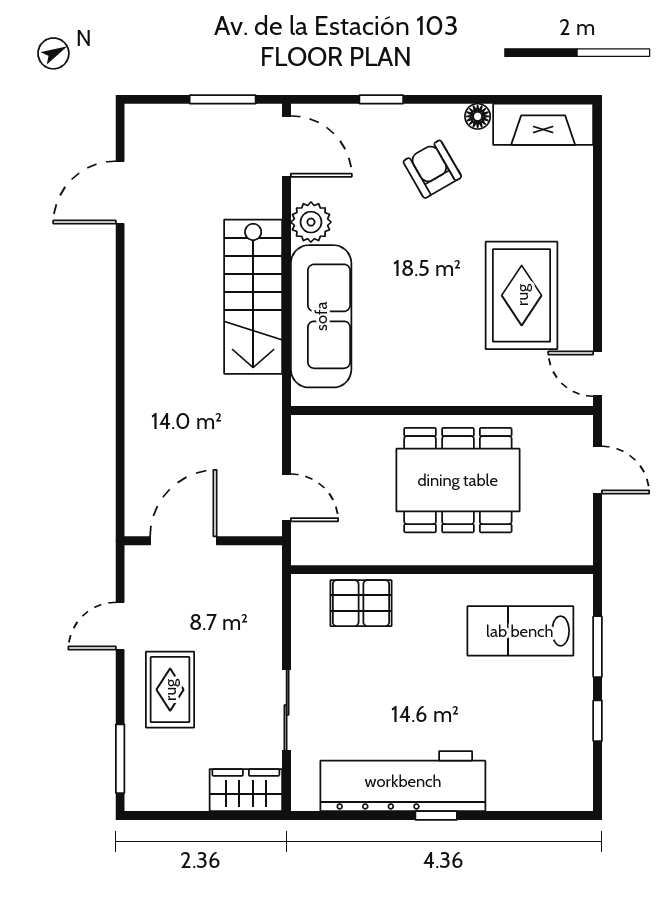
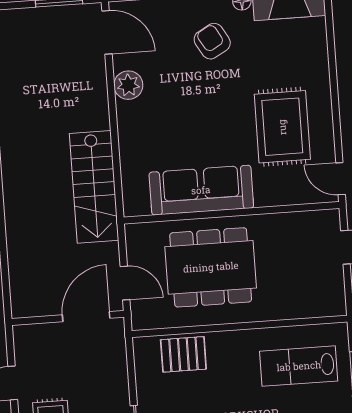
stairs: (253, 297) -> (94, 187), moved
sofa: (321, 316) -> (201, 190), moved, turned -90
dining table: (458, 480) -> (211, 267), moved
door: (183, 541) -> (86, 317), moved

